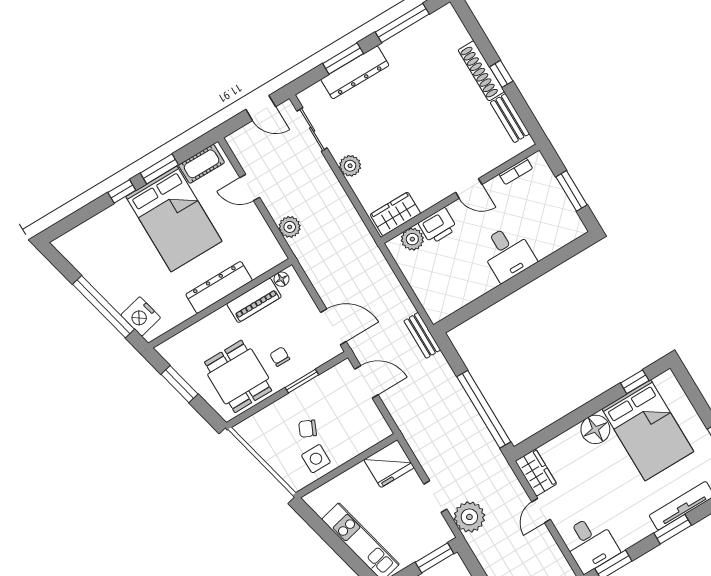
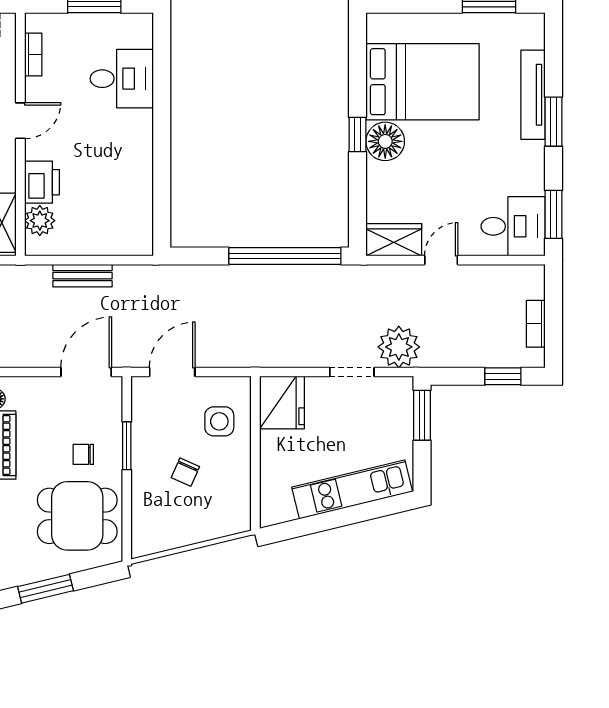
desk: (508, 253) -> (122, 79), moved
bench: (422, 335) -> (82, 276), moved
window: (635, 382) -> (358, 134), moved
side table: (316, 459) -> (219, 421), moved
door: (541, 511) -> (441, 260), swing flipped

